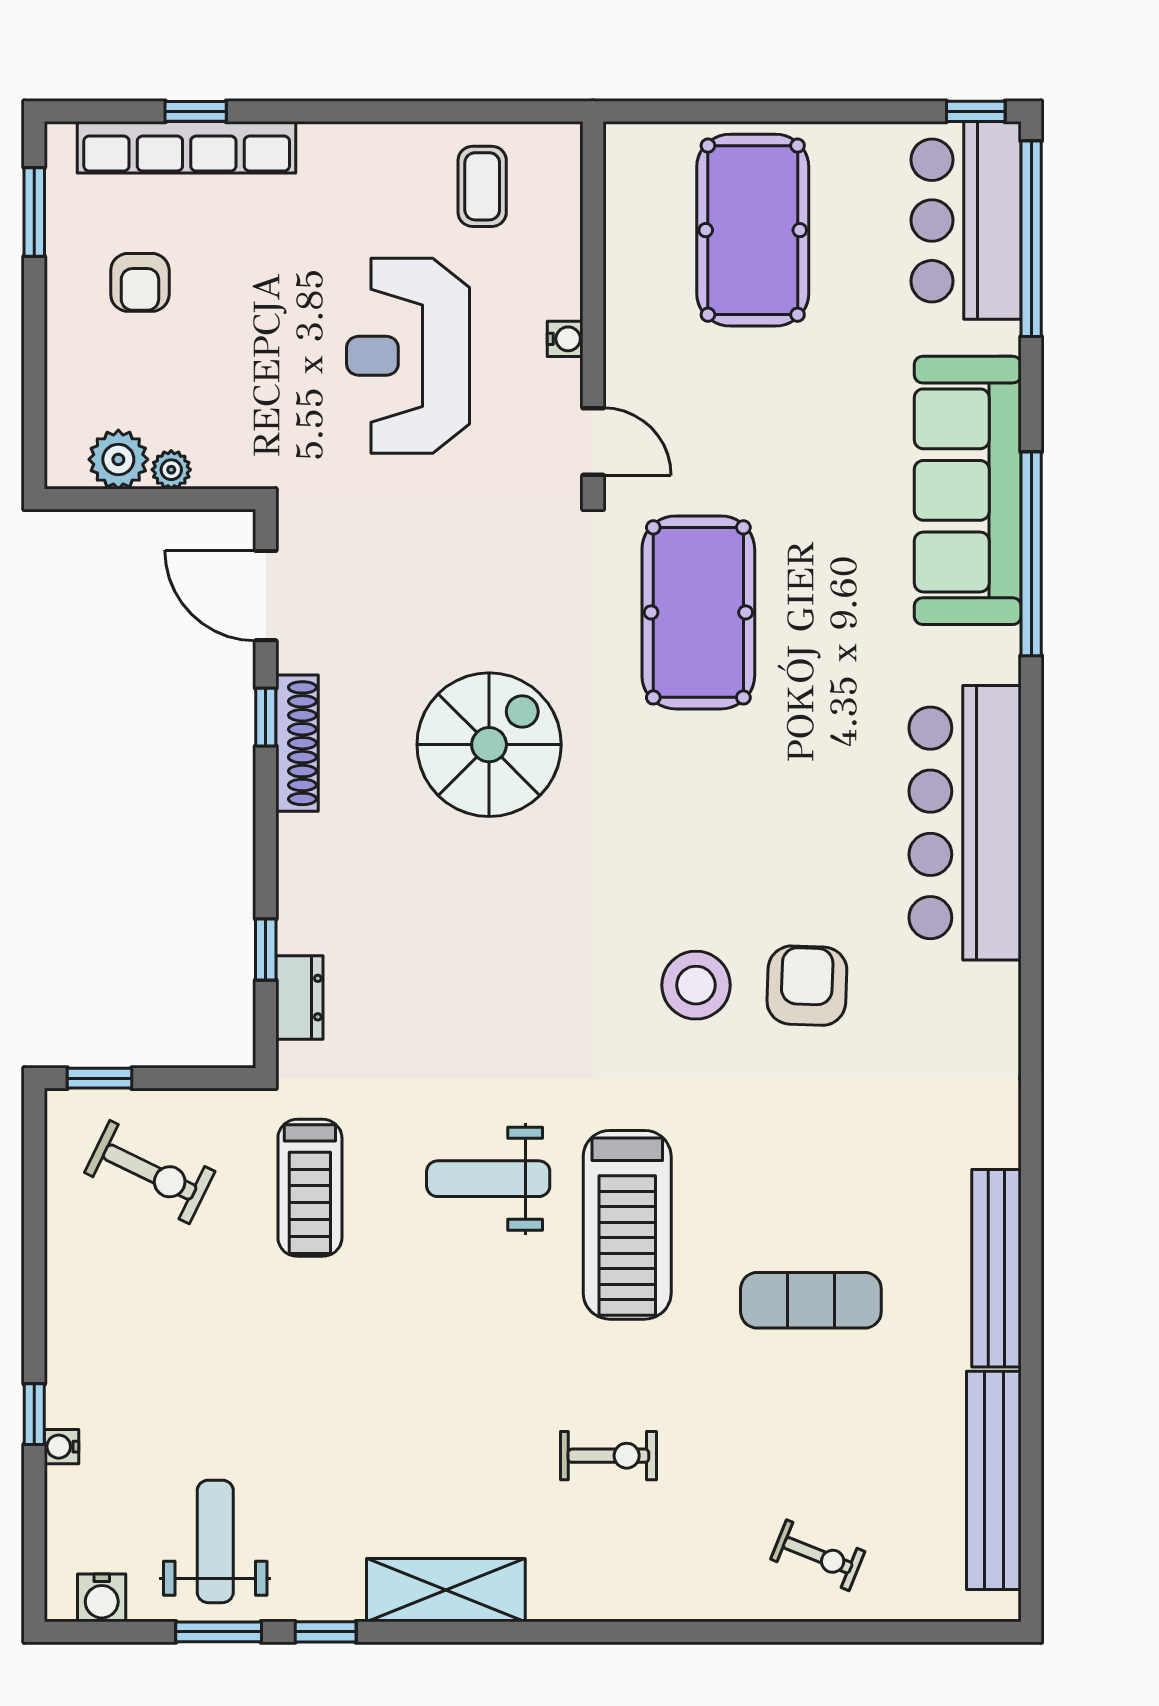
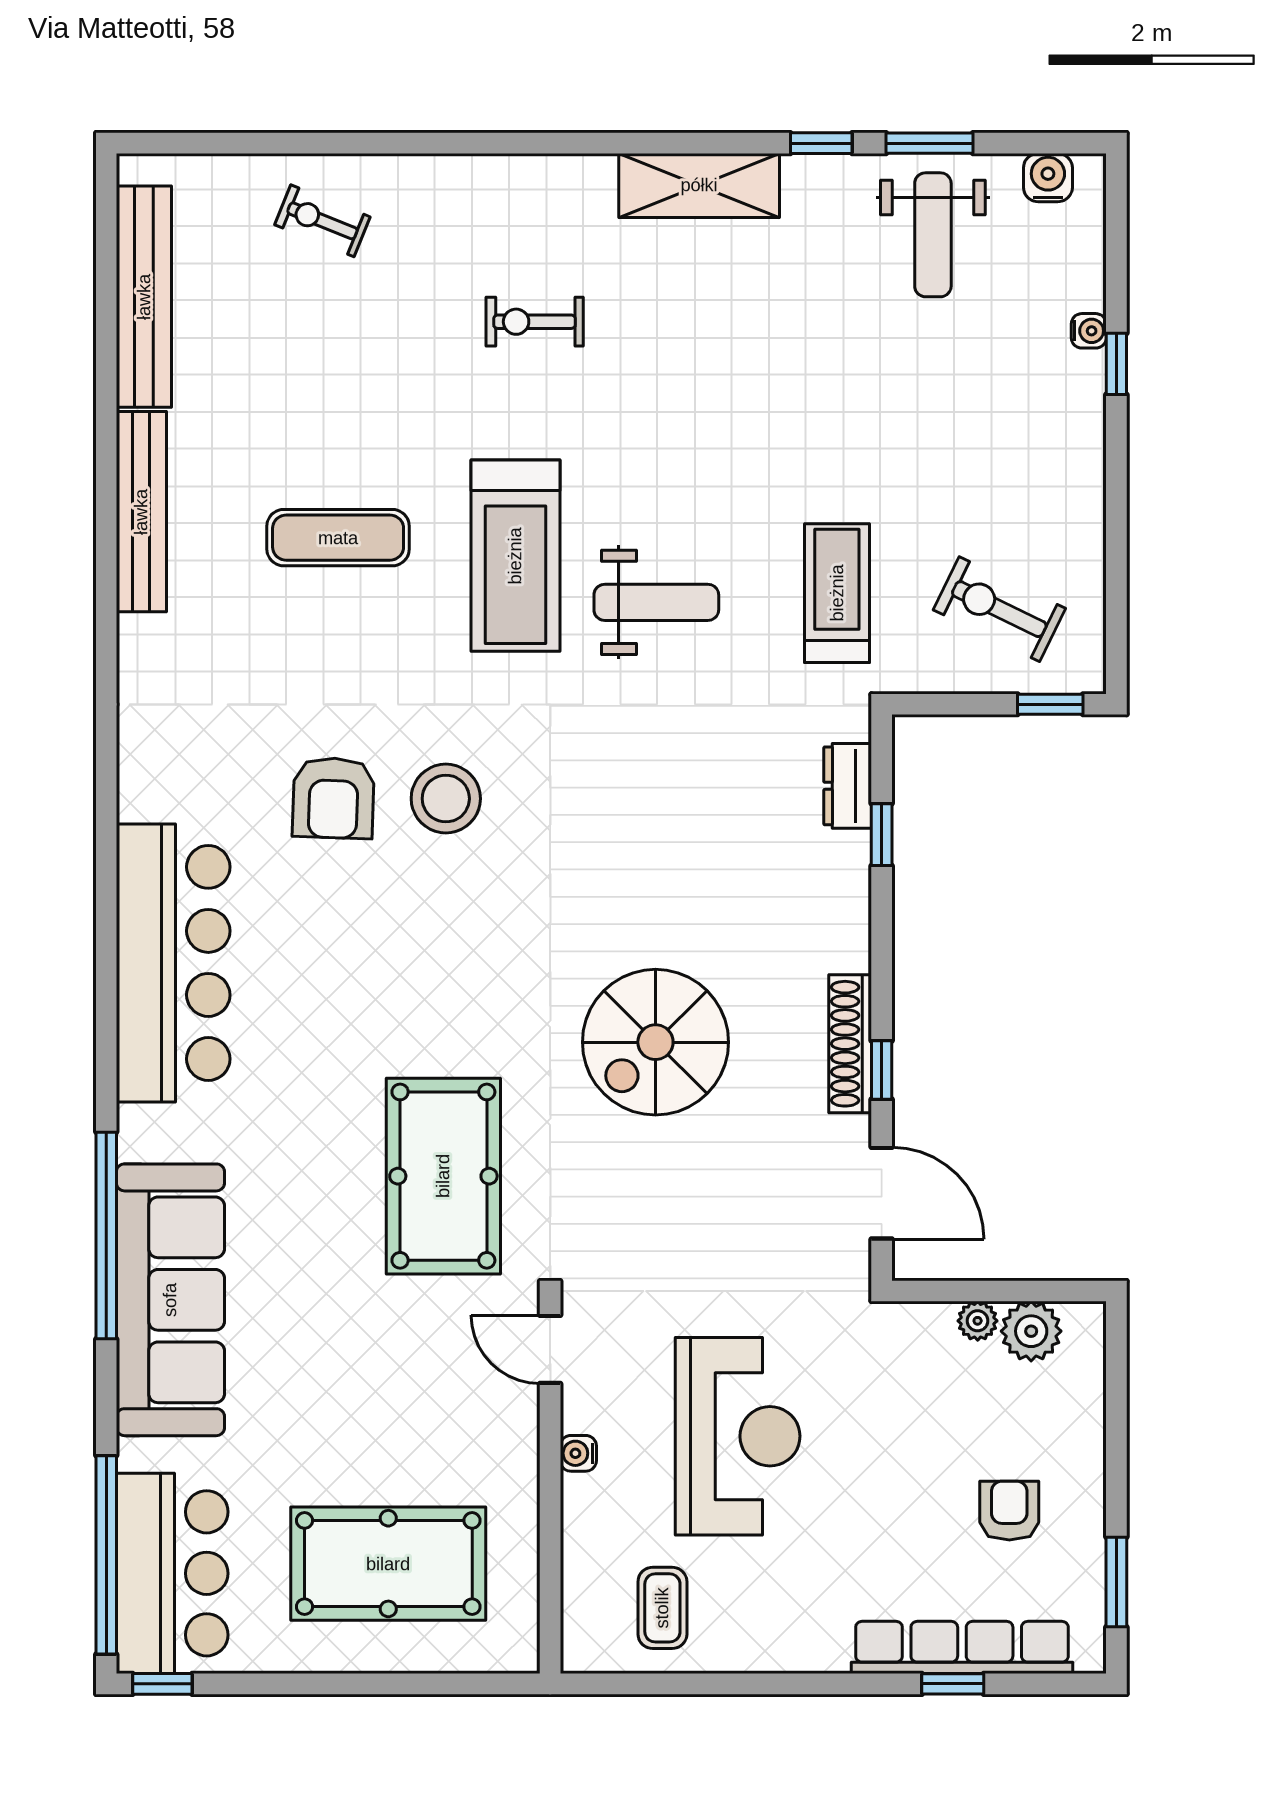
pool table: (753, 230) -> (388, 1564), turned 90
treadmill: (627, 1225) -> (515, 556), turned 180
exercise mat: (811, 1300) -> (338, 538), moved

